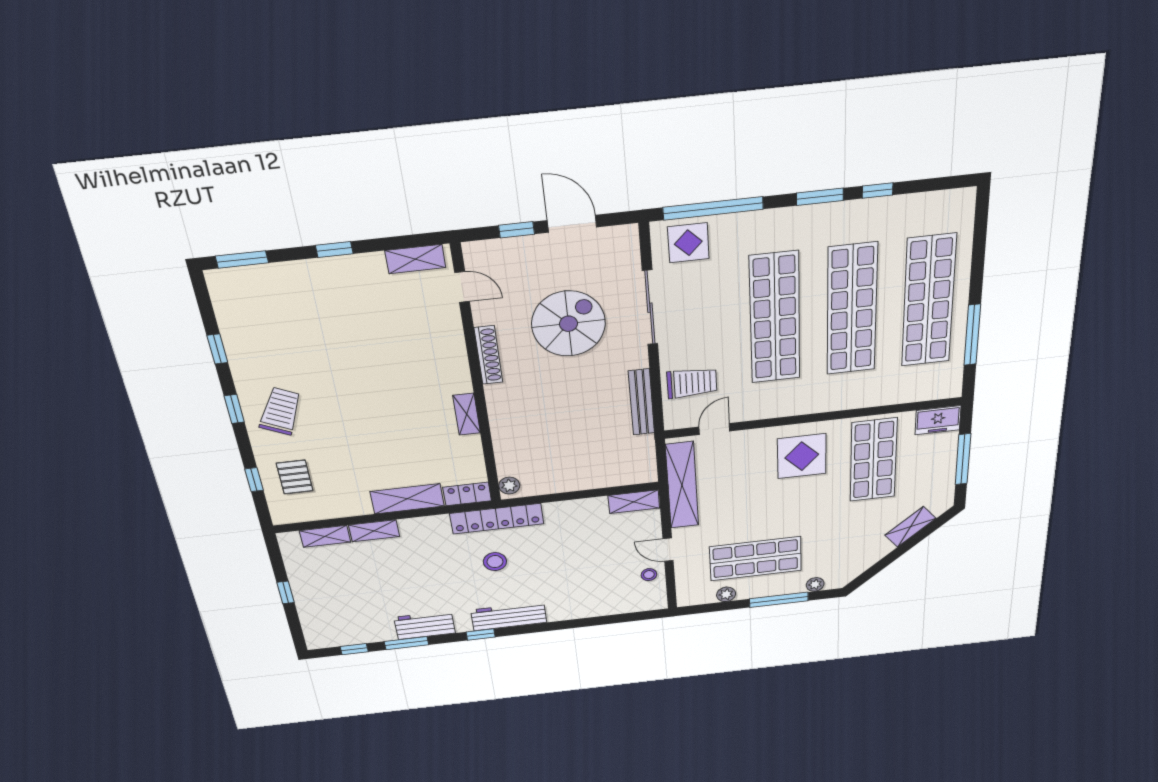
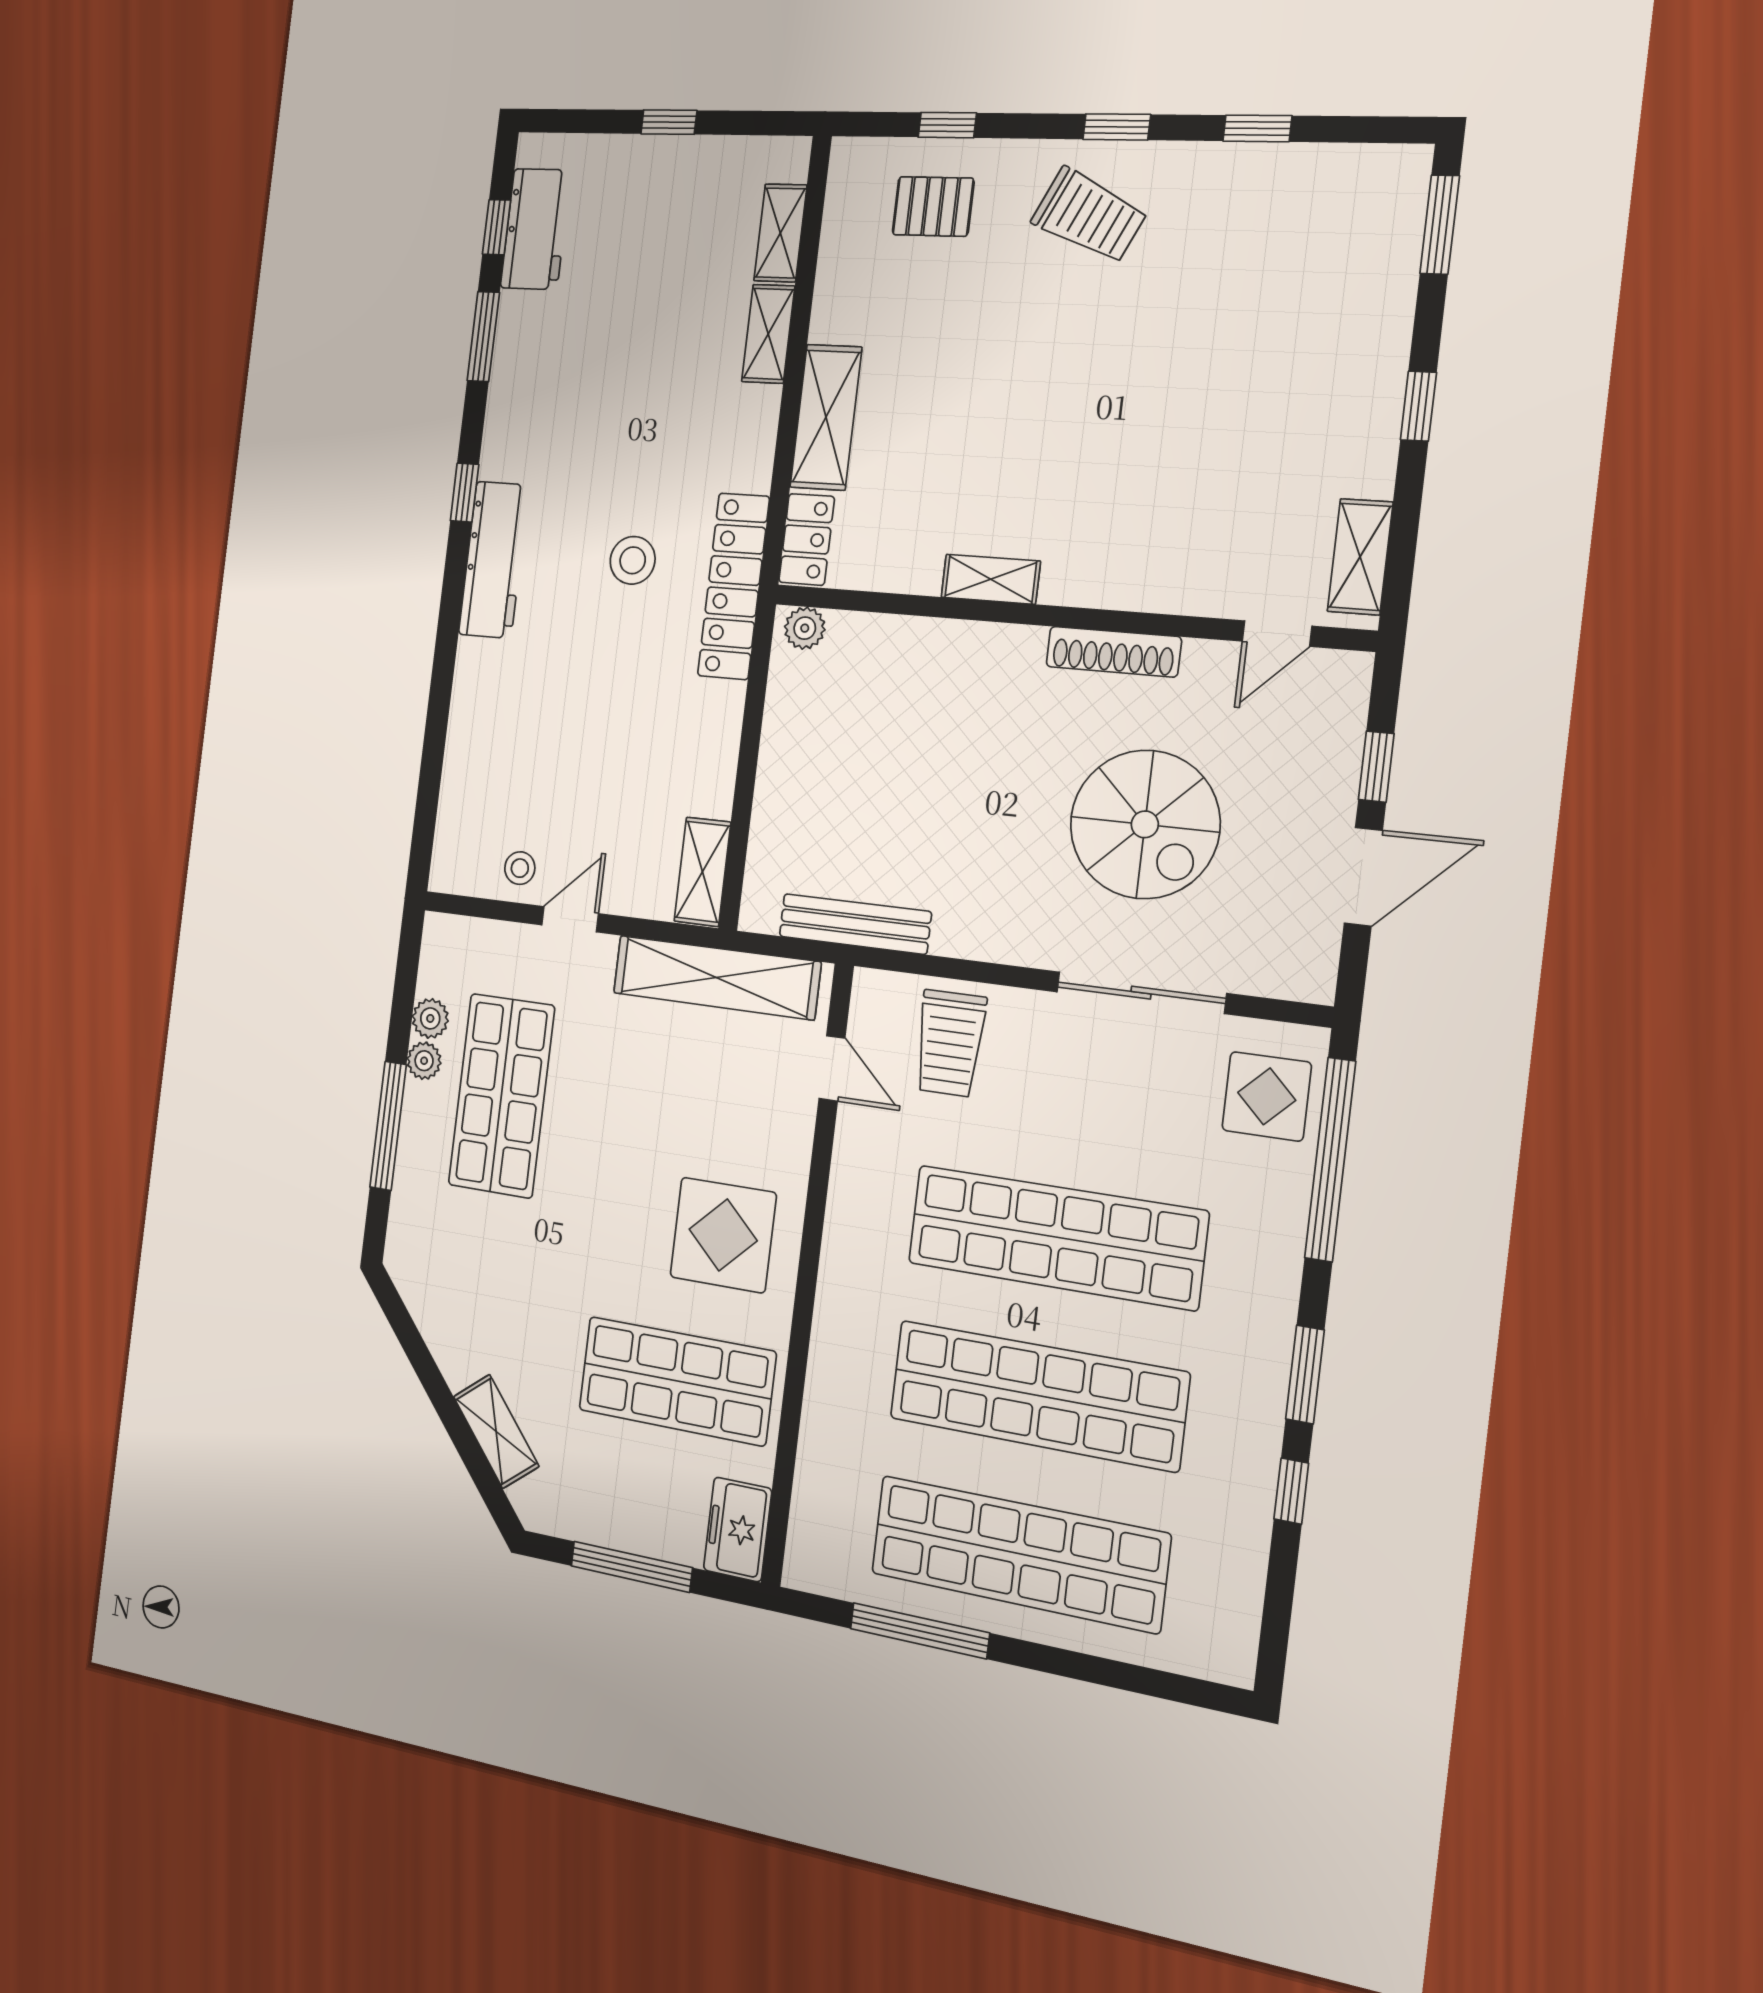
bench: (641, 402) -> (855, 924), moved
plant: (815, 584) -> (424, 1061), moved
workbench: (425, 625) -> (536, 229), moved

